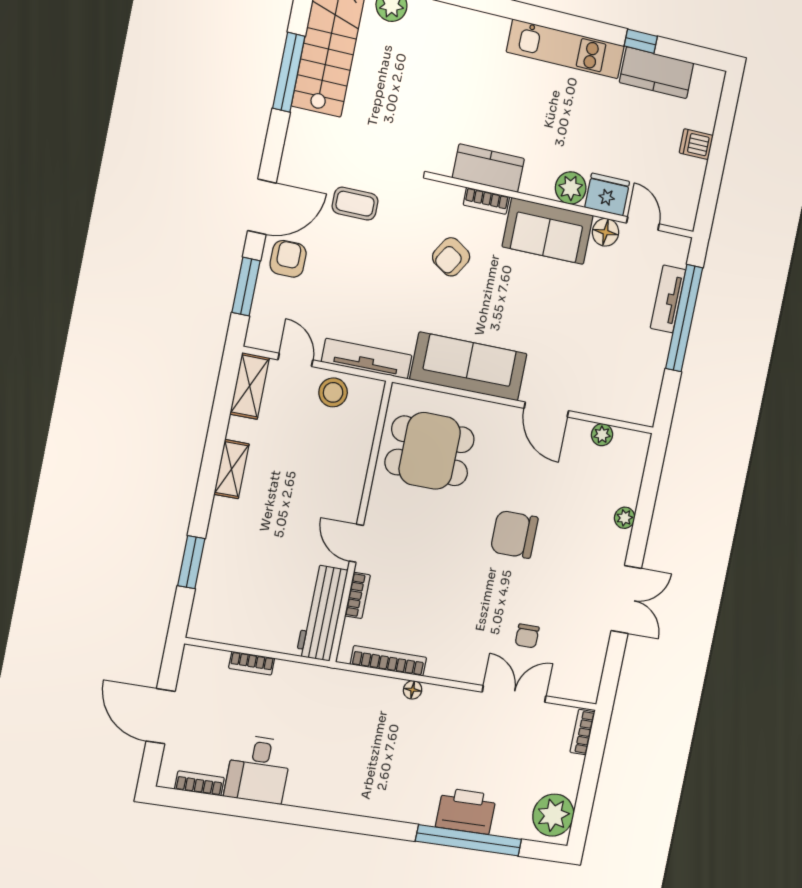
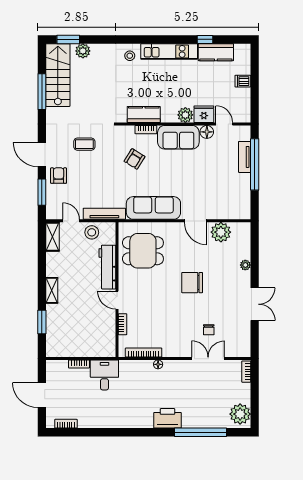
stool: (485, 39) -> (130, 56), added
door: (262, 207) -> (42, 155), swing flipped
plant: (602, 435) -> (221, 232), width x1.88, depth x1.88
shelving: (232, 469) -> (52, 290), moved
workbench: (322, 613) -> (107, 267), moved
desk: (258, 769) -> (104, 375), moved, turned 180
printer: (466, 811) -> (167, 418), moved

